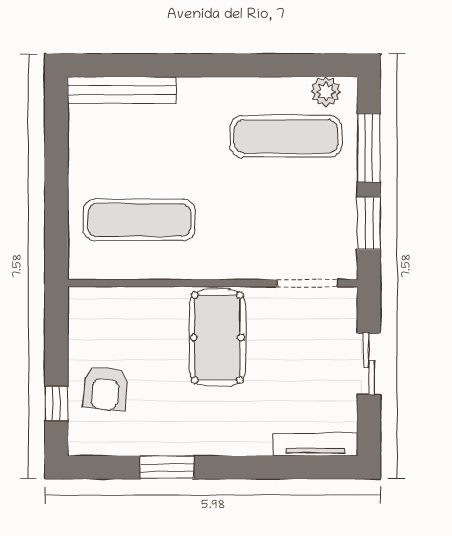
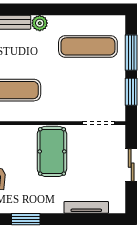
plant: (326, 92) -> (40, 23), moved
tv unit: (315, 445) -> (86, 207), moved

